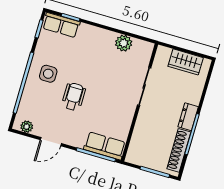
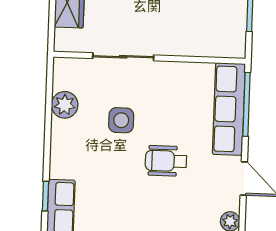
side table: (48, 74) -> (121, 120), moved
row of seats: (105, 146) -> (229, 109), width x1.48

